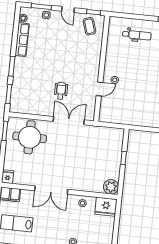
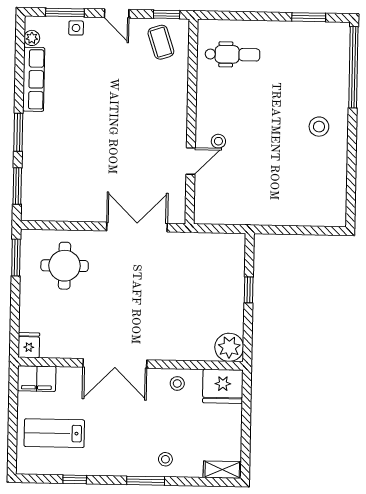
dental chair: (137, 35) -> (233, 54), moved
wheelchair: (61, 91) -> (117, 171), removed
round table: (30, 137) -> (65, 266), width x0.73, depth x0.73

